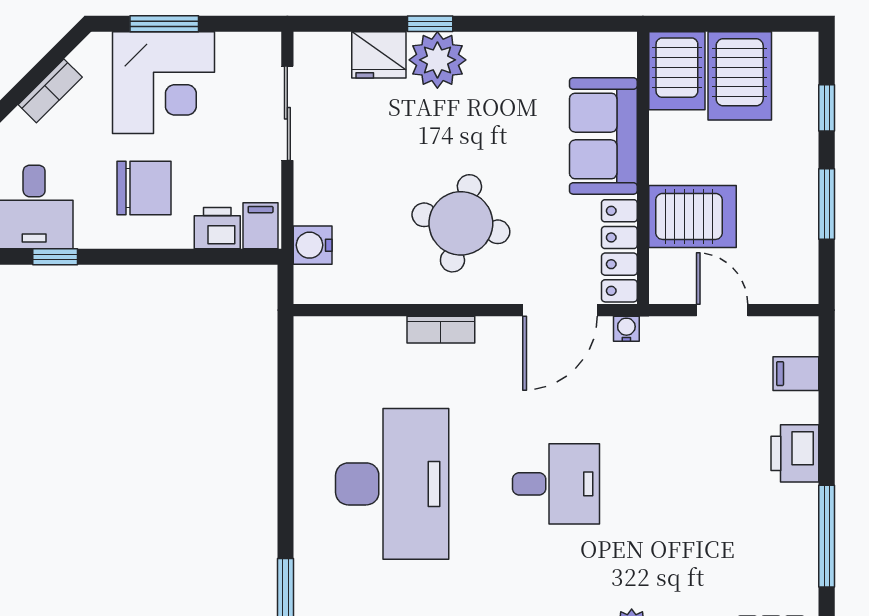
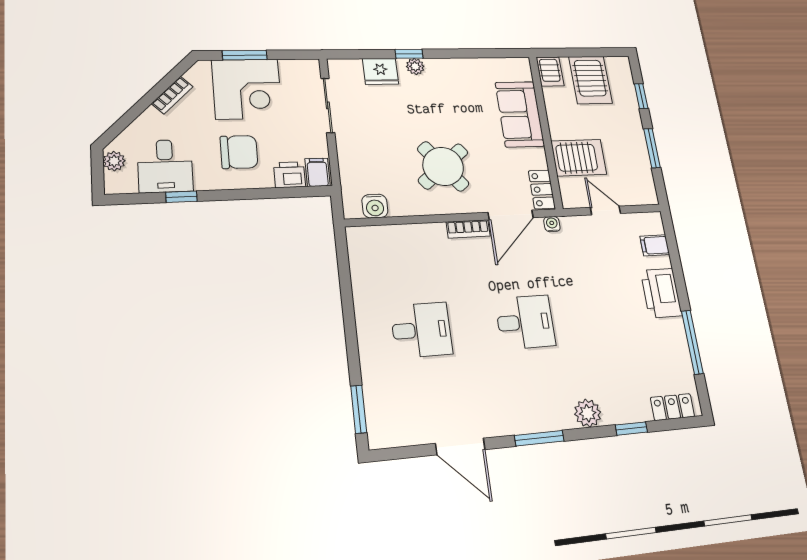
plant: (437, 60) -> (415, 66), width x0.53, depth x0.53
server rack: (677, 71) -> (550, 71), width x0.73, depth x0.70
round table: (461, 223) -> (443, 166), turned 38
water cooler: (313, 245) -> (375, 206), moved, turned -90
locker: (619, 251) -> (542, 189), width x0.66
bookcase: (441, 330) -> (468, 229), moved
printer: (795, 453) -> (661, 293), width x1.37, depth x1.19
desk: (392, 484) -> (421, 330), width x0.53, depth x0.77

